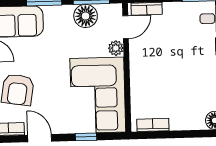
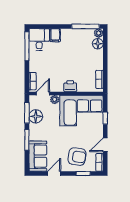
door: (126, 27) -> (43, 94), hinge flipped
printer: (140, 74) -> (70, 86), added

